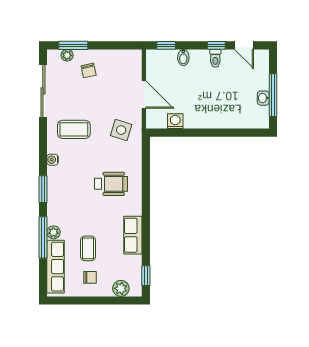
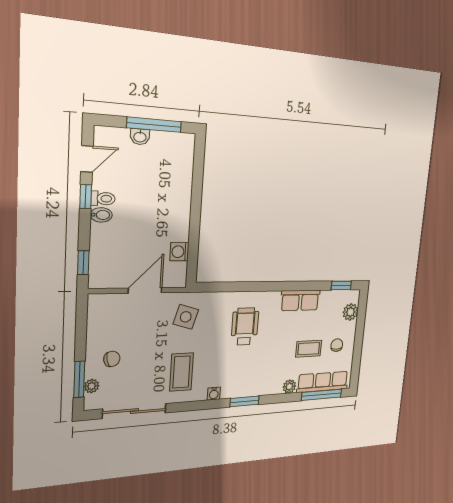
bidet: (183, 58) -> (101, 215), moved
washbasin: (263, 98) -> (140, 137), moved
window: (43, 237) -> (322, 395), moved

